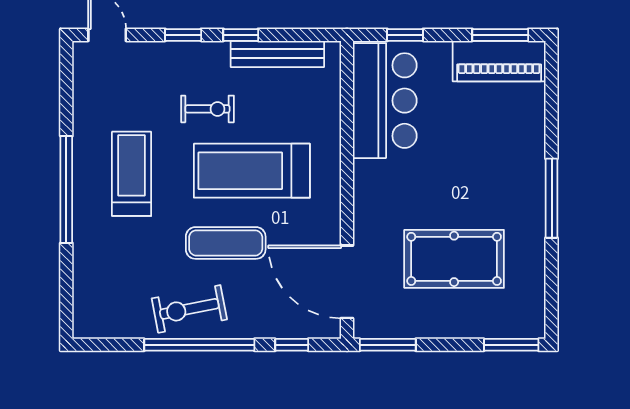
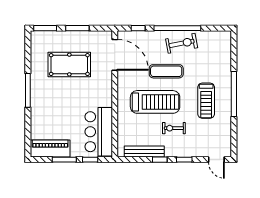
window: (500, 35) -> (64, 160), moved
window: (388, 345) -> (77, 28), moved

